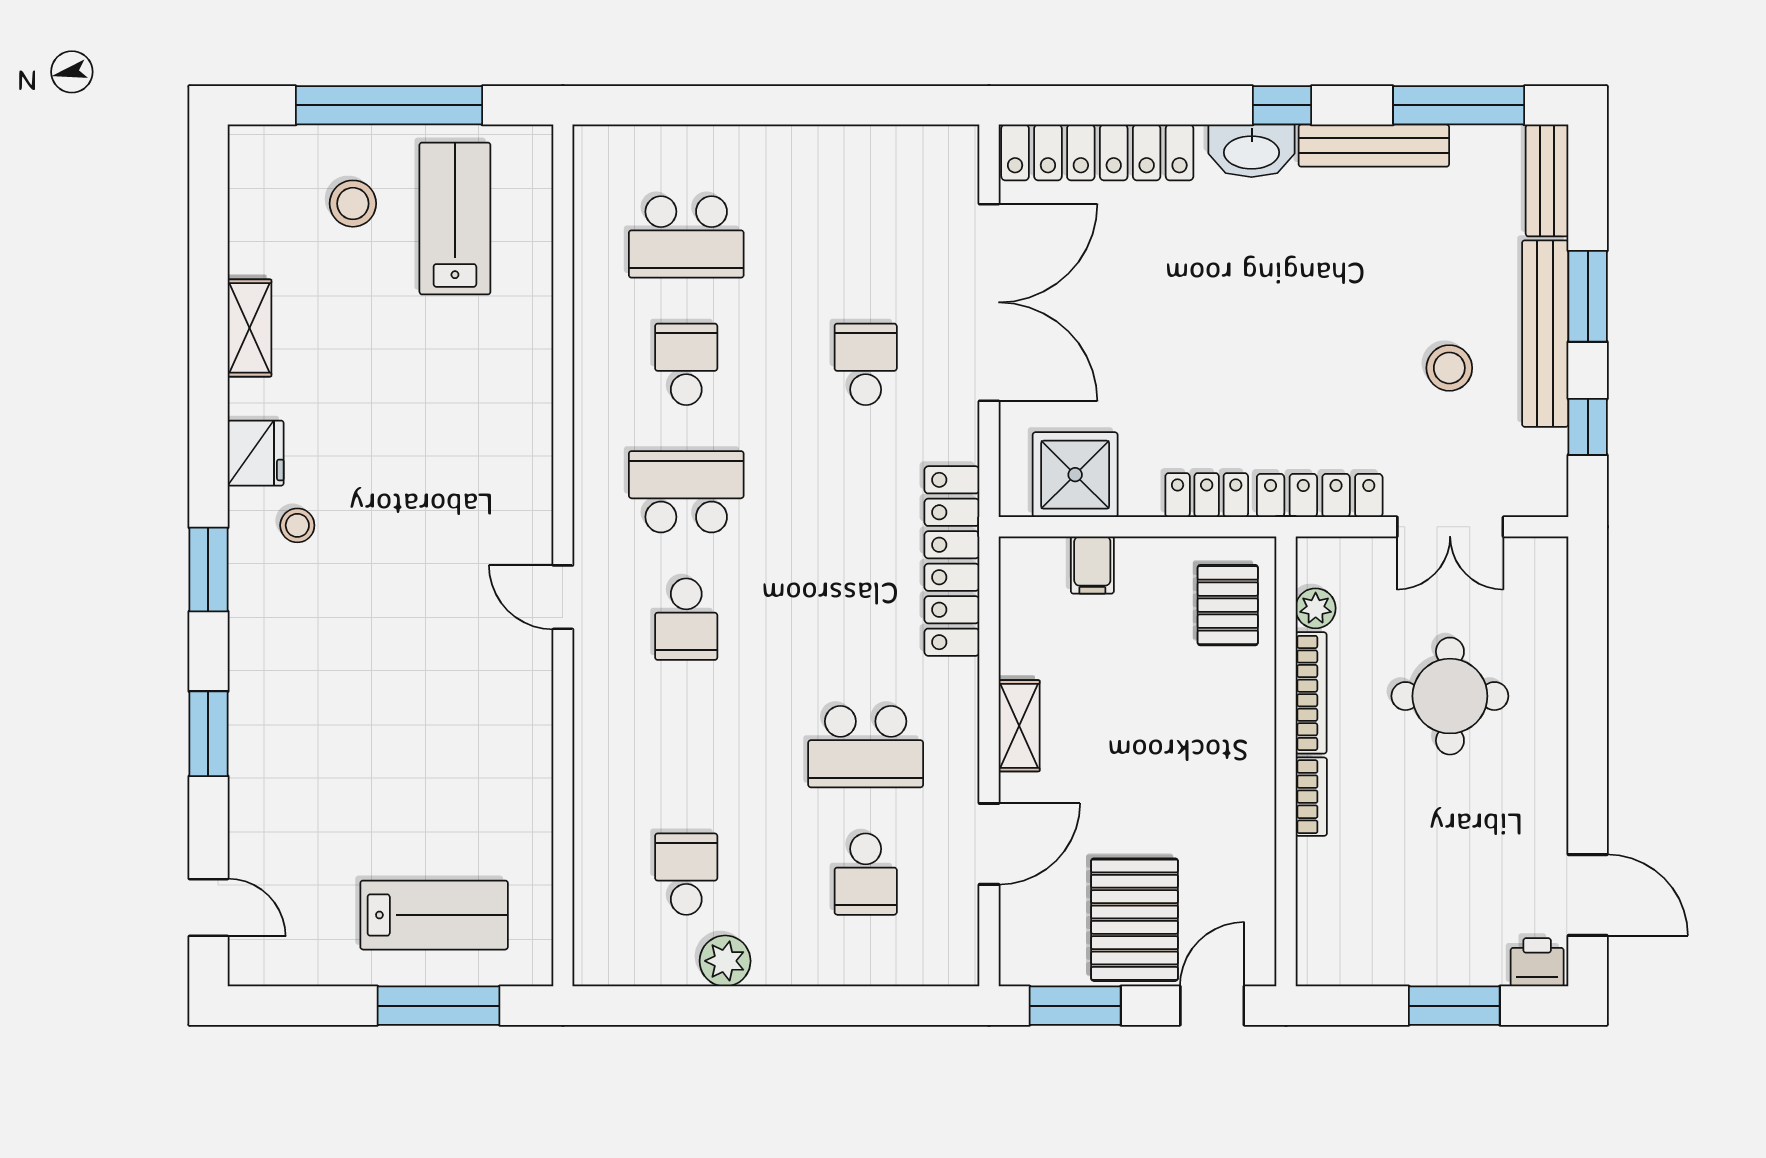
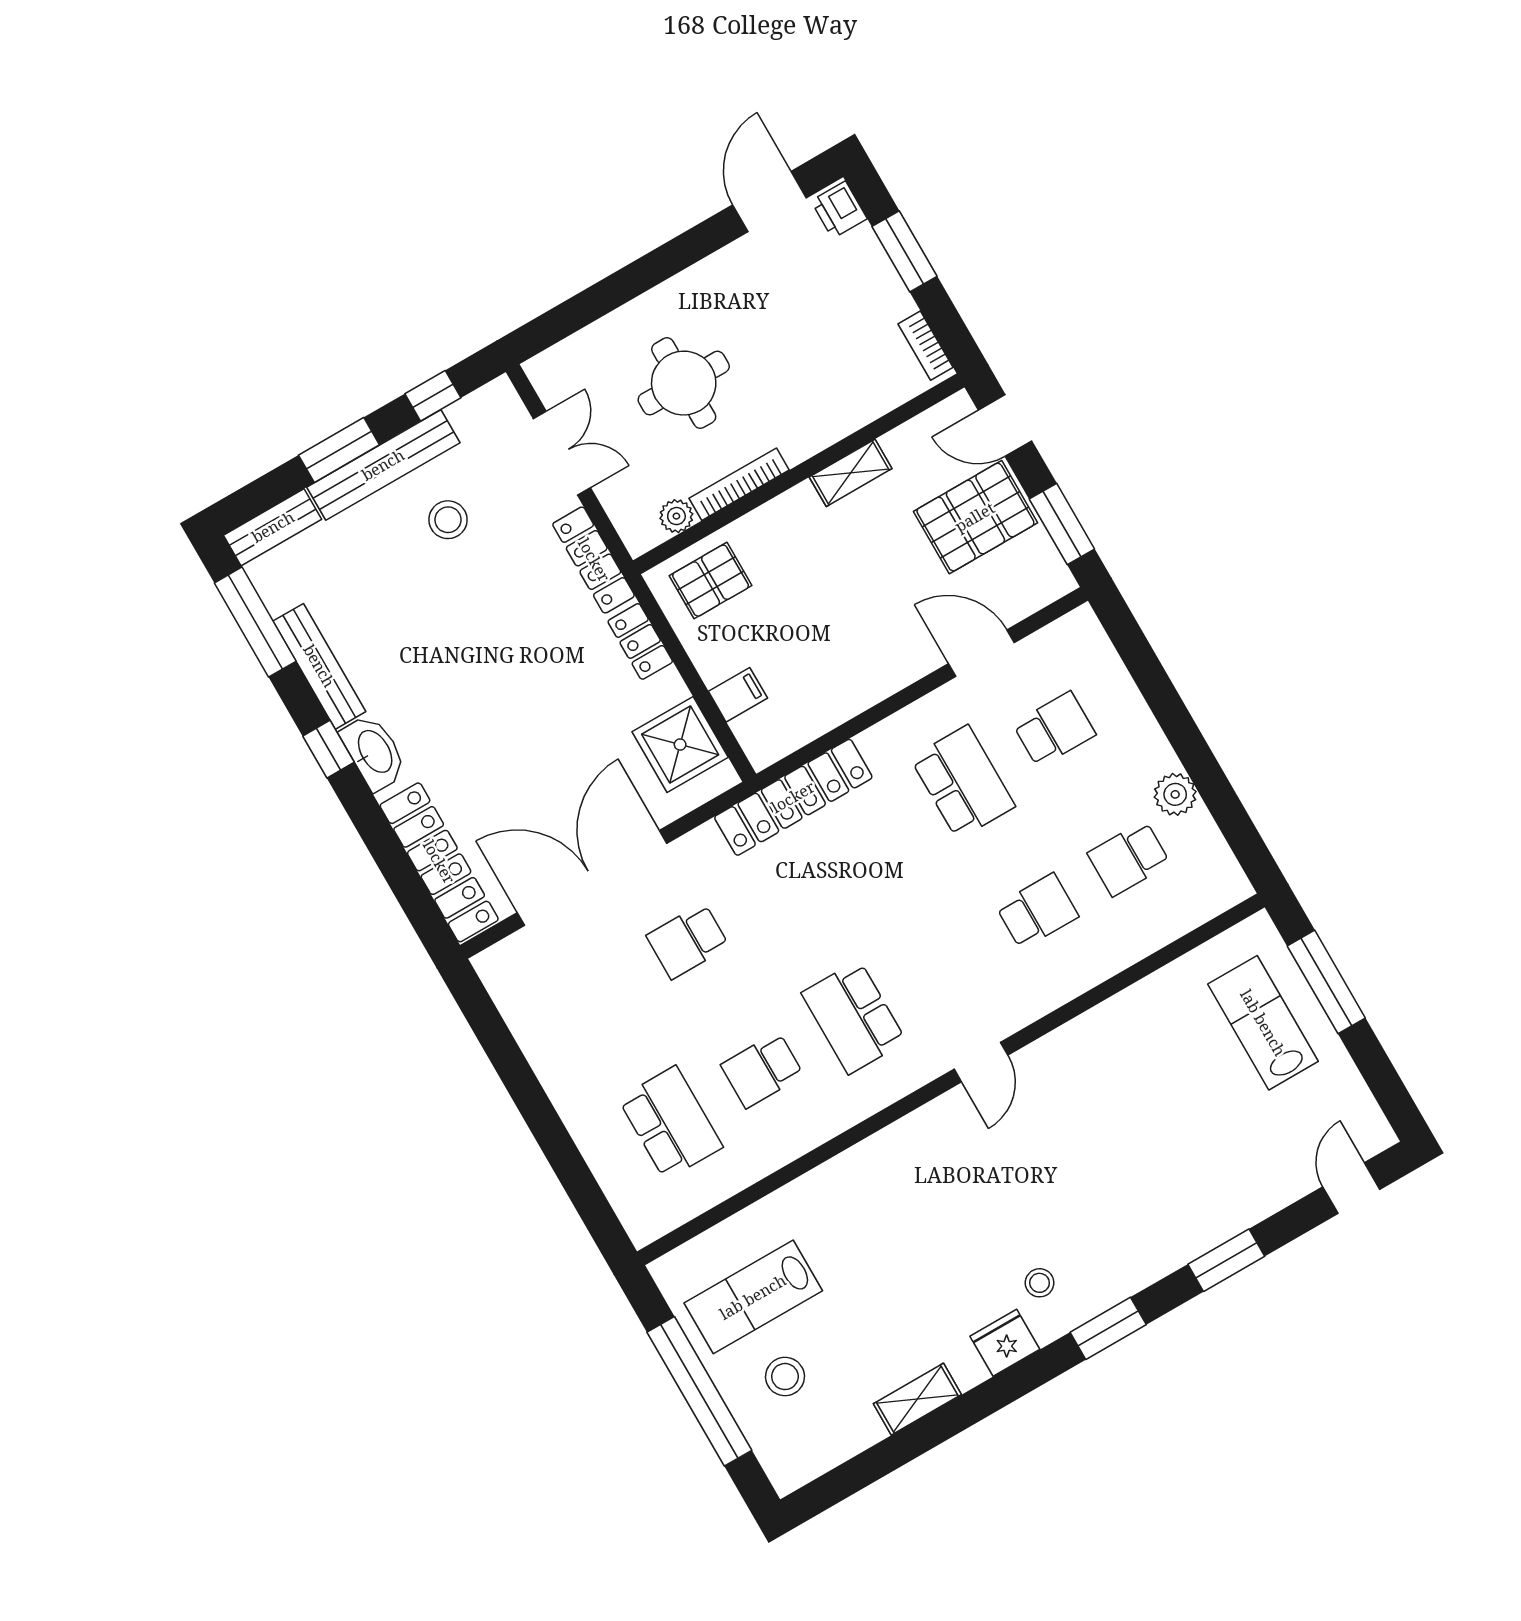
school desk: (686, 619) -> (1037, 911), moved
shelving: (1019, 726) -> (851, 473), moved
bookcase: (1311, 797) -> (926, 346), moved, turned -90

